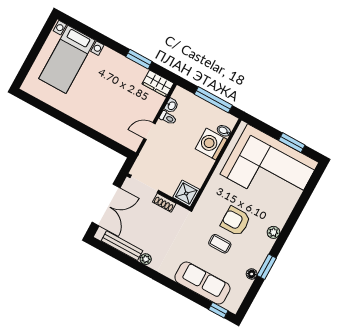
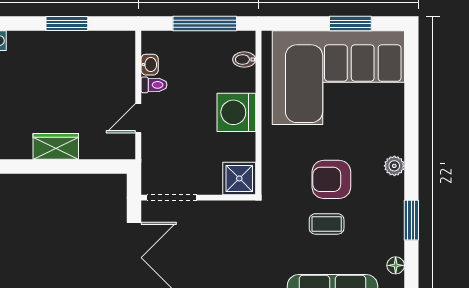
wardrobe: (158, 83) -> (56, 146), moved, turned 180
washing machine: (211, 144) -> (236, 112), moved
shoe rack: (164, 203) -> (215, 209), removed
floor lamp: (252, 274) -> (396, 265), moved

